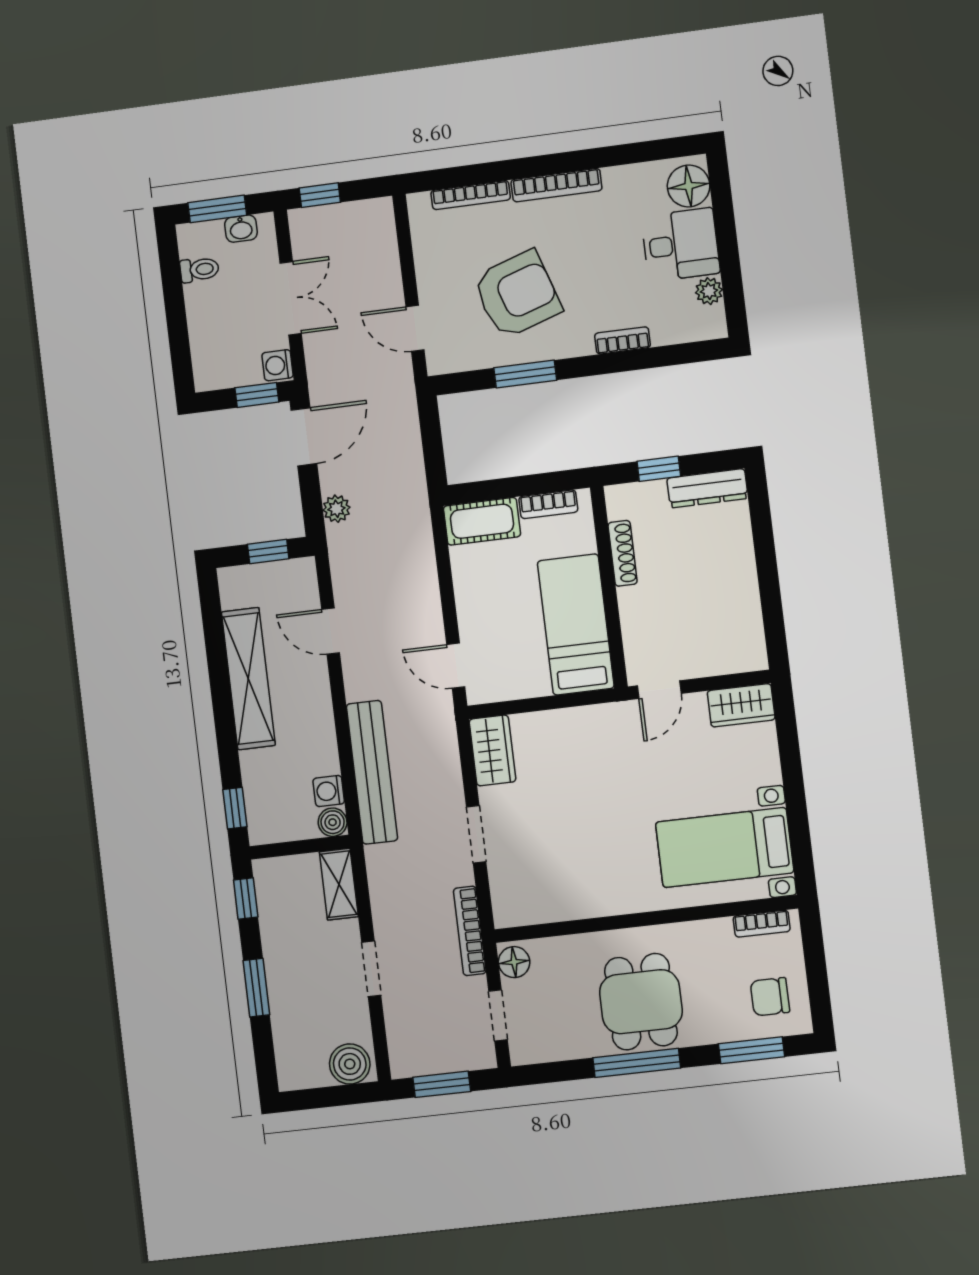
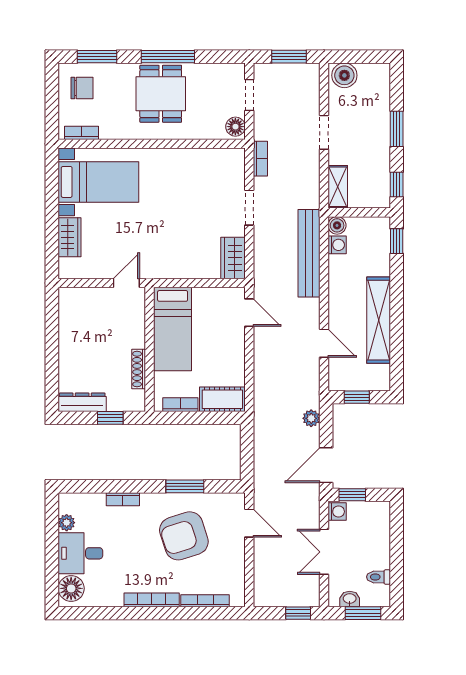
wardrobe: (741, 705) -> (70, 237), moved, turned 90
bookcase: (470, 931) -> (260, 159), width x0.64

